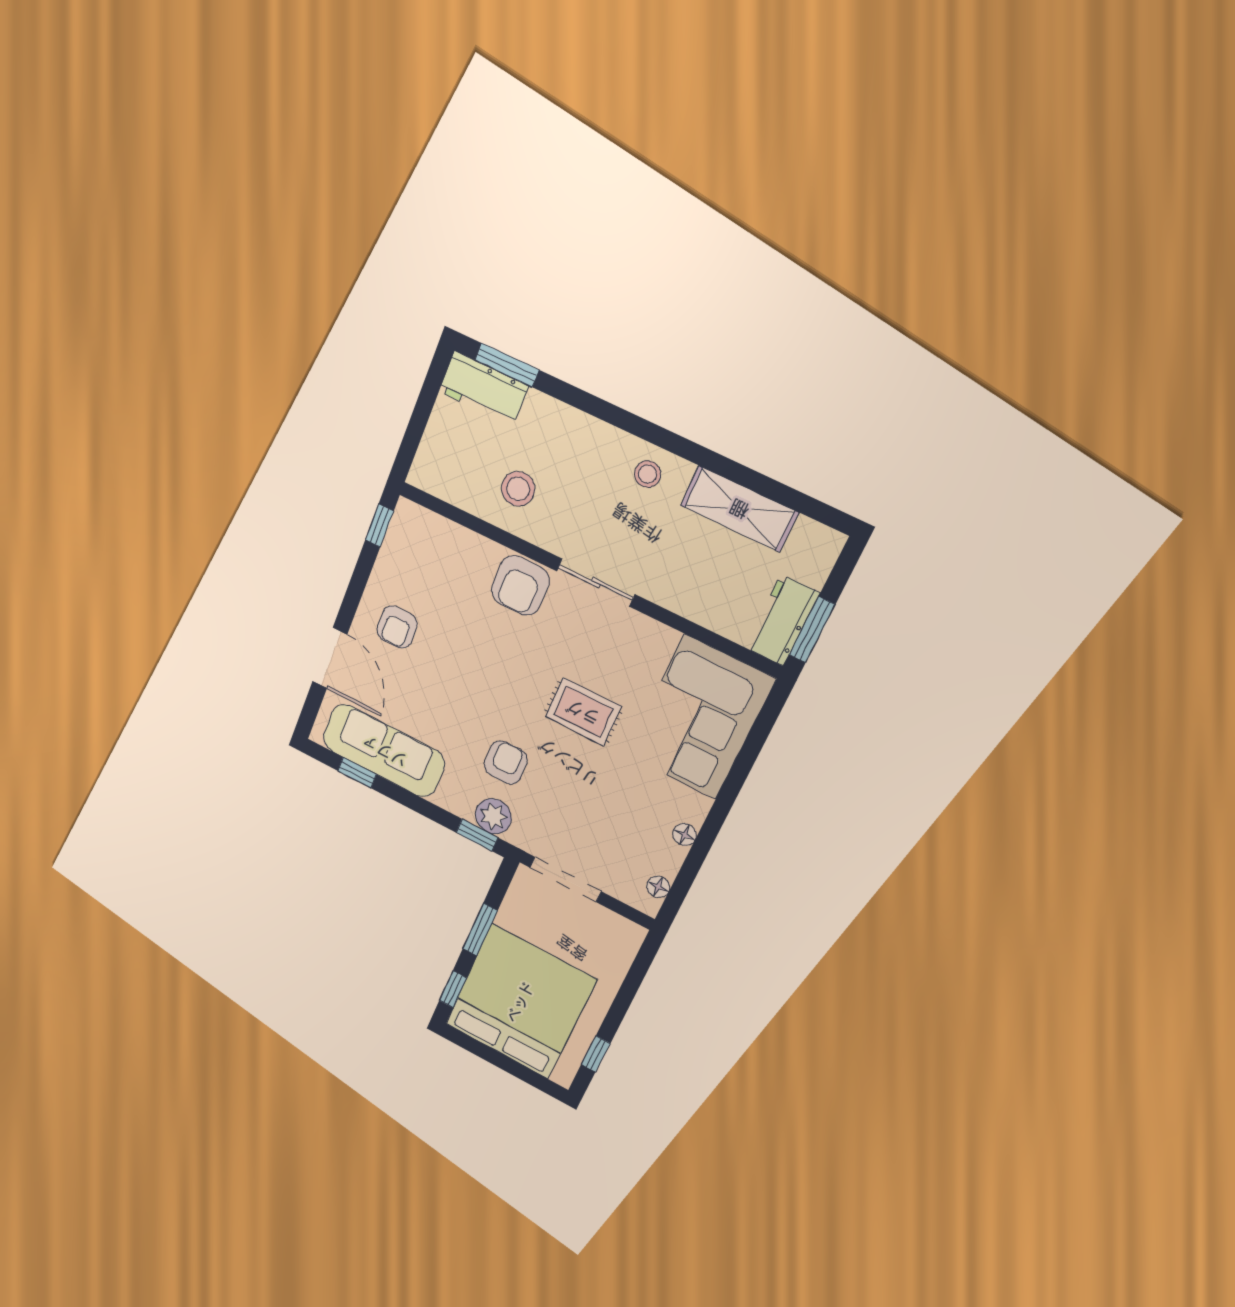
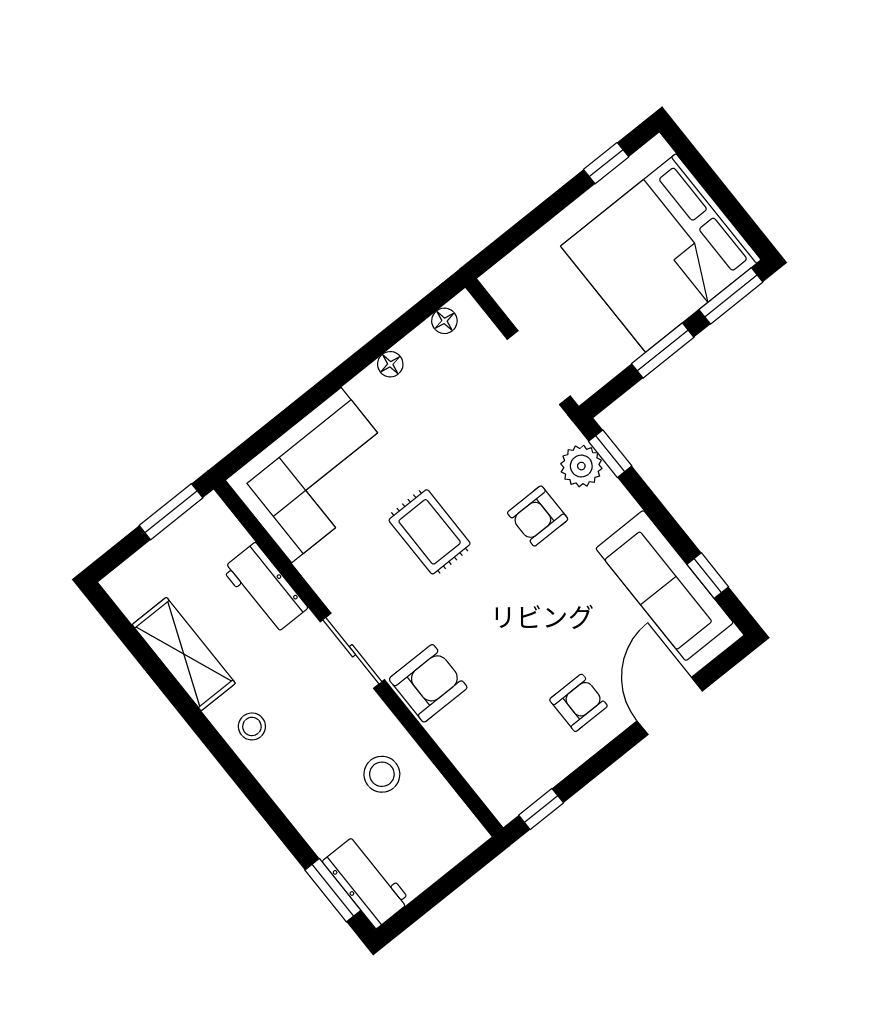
workbench: (782, 620) -> (265, 588), moved, turned 90
window: (453, 989) -> (731, 296), width x1.50

